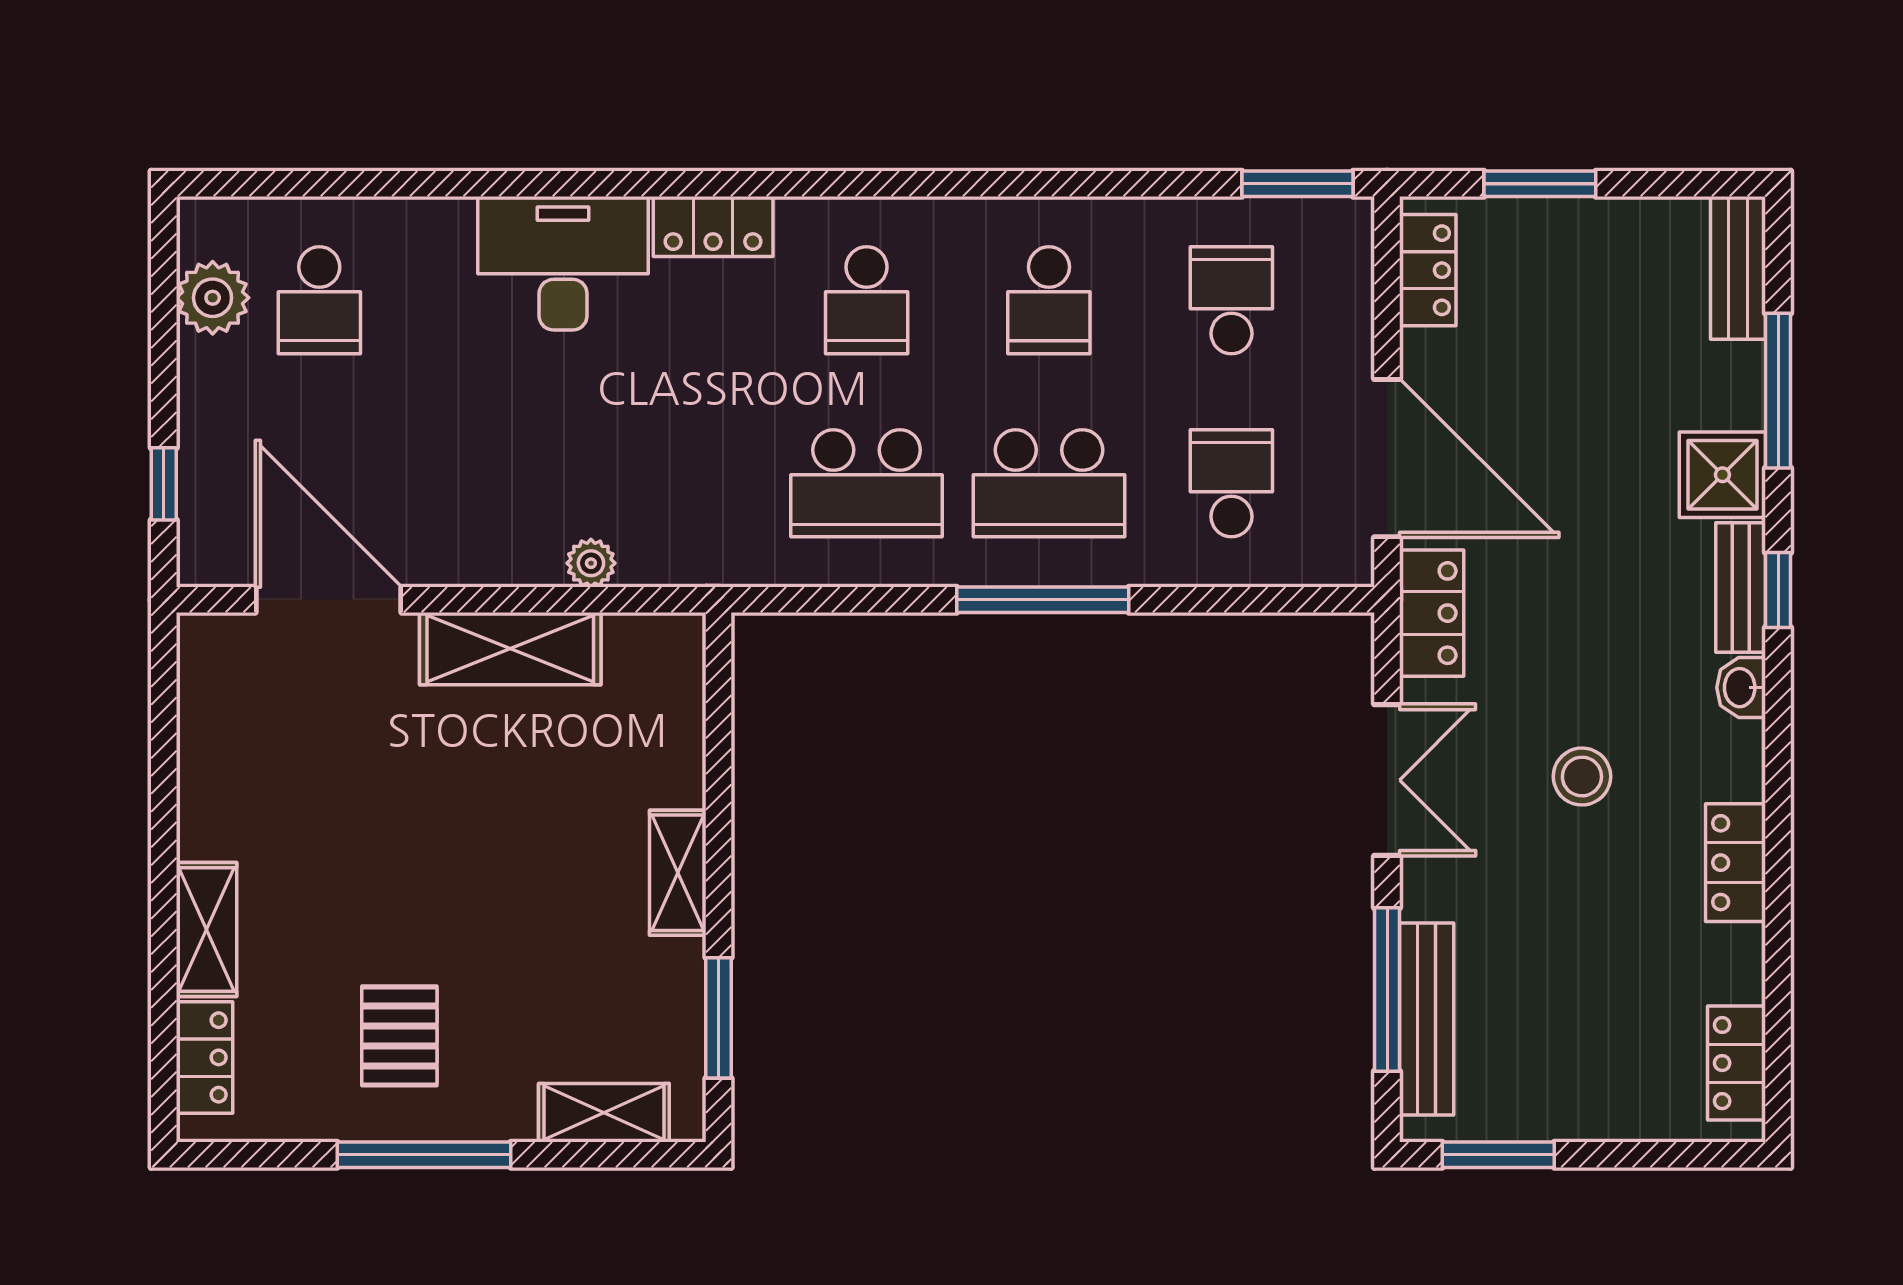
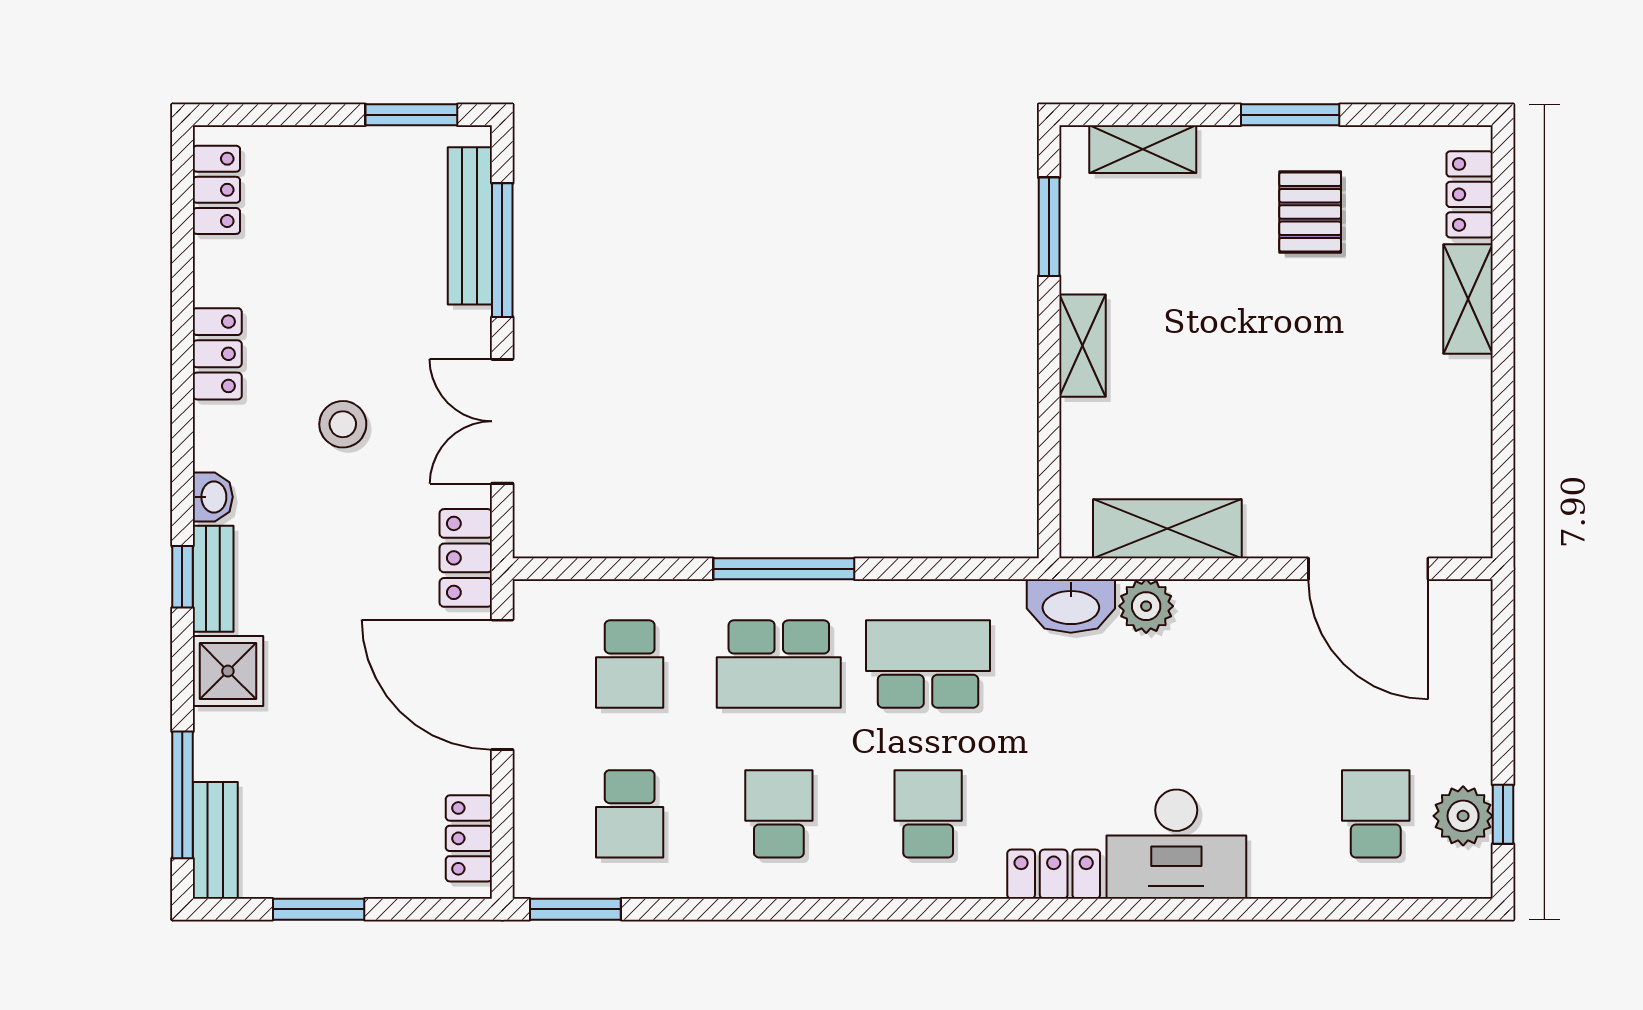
window: (1540, 184) -> (319, 909), moved
window: (1778, 391) -> (182, 795), moved
school desk: (1049, 483) -> (779, 664), turned 180
window: (164, 484) -> (1503, 814), moved
washbasin: (692, 554) -> (1071, 606), added
plant: (591, 563) -> (1146, 606), width x1.38, depth x1.38
shelving: (510, 649) -> (1167, 529), moved
window: (424, 1155) -> (1290, 115), width x0.69

